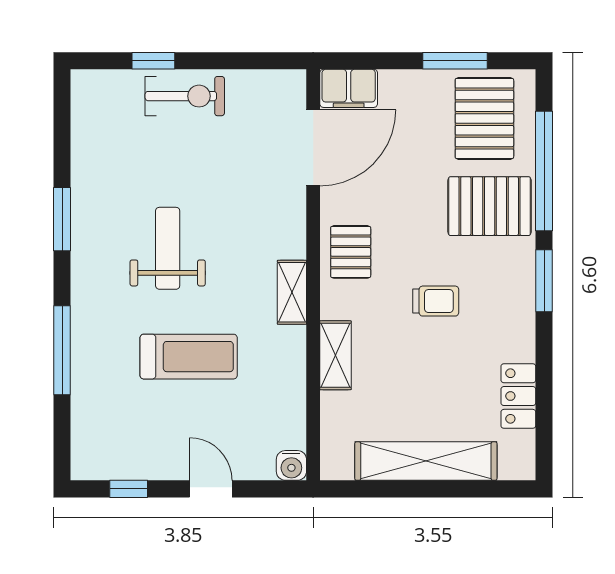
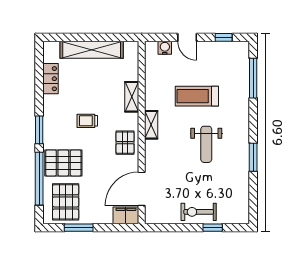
window: (62, 350) -> (253, 78), moved
water cooler: (291, 465) -> (165, 48), moved

